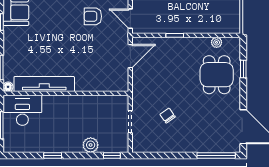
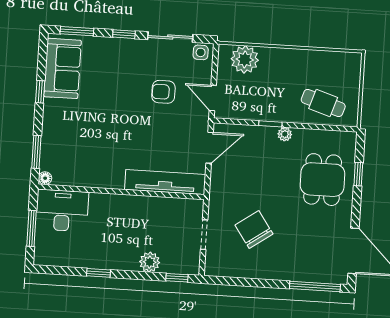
cafe table: (213, 17) -> (323, 103), added
plant: (217, 42) -> (285, 134), moved
tv unit: (44, 84) -> (165, 182), moved
chair: (168, 116) -> (254, 230), width x1.87, depth x1.87

